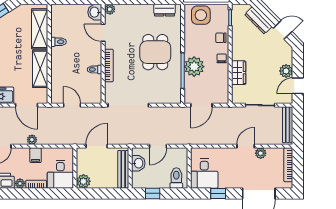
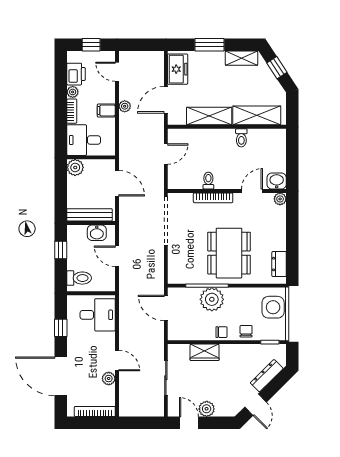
dining table: (155, 52) -> (229, 253), width x1.38
bench: (288, 125) -> (143, 411), removed
desk: (204, 174) -> (98, 315), moved, turned 180

